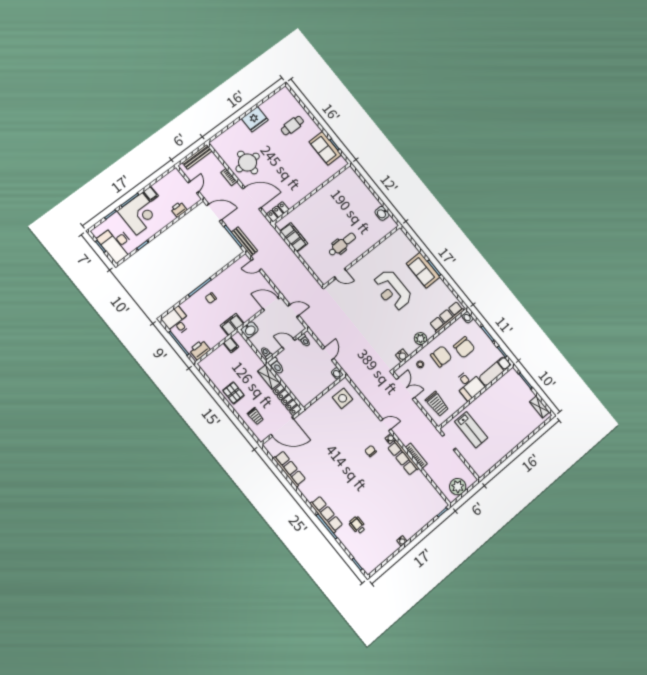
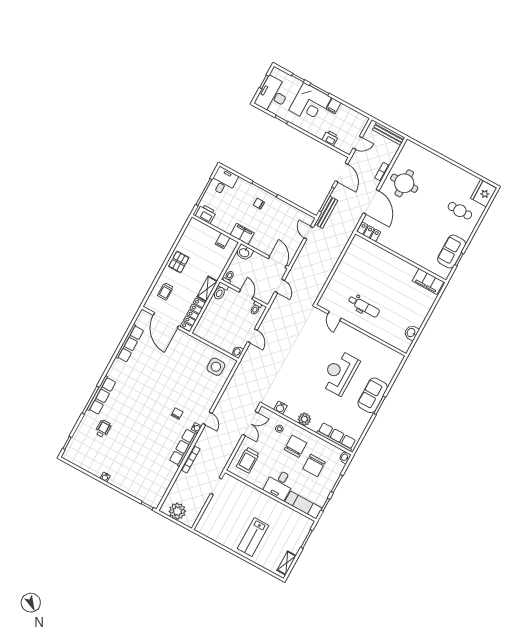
fridge: (255, 119) -> (483, 193), moved, turned 90
filing cabinet: (294, 237) -> (428, 281), moved, turned 90
door: (328, 354) -> (252, 336), hinge flipped
chair: (441, 356) -> (295, 446), turned -92
lab bench: (471, 430) -> (253, 537), moved

